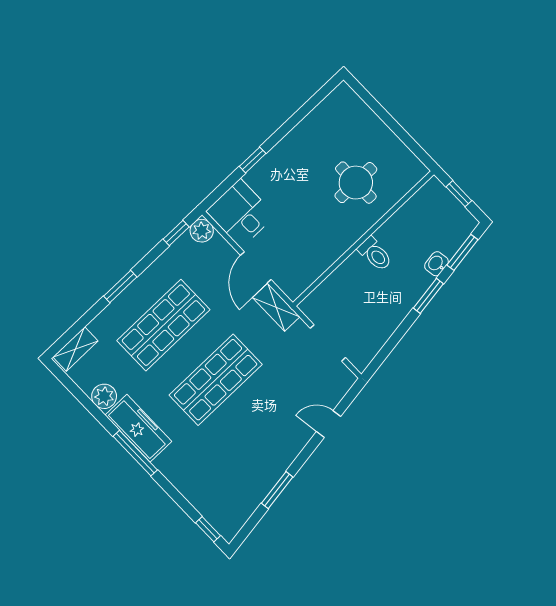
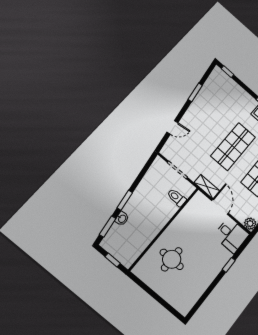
toilet: (375, 254) -> (177, 198), moved

